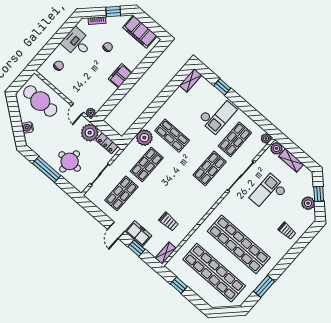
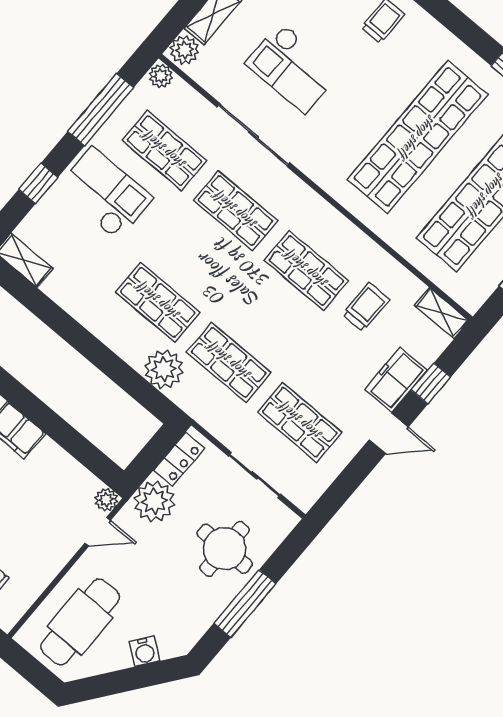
window: (252, 113) -> (100, 110), added
shop shelf: (172, 136) -> (158, 302), turned 90
shop shelf: (184, 197) -> (306, 270), added

